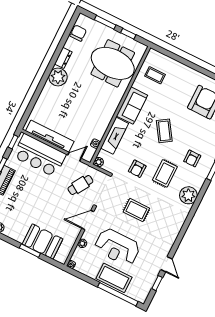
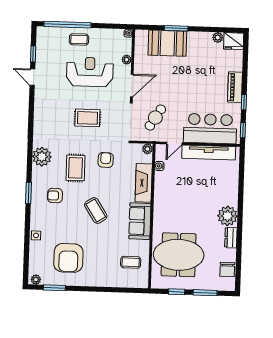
armchair: (192, 158) -> (55, 196), turned -90
coffee table: (114, 278) -> (79, 39), width x0.54, depth x0.58

